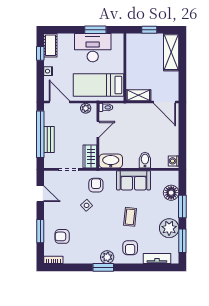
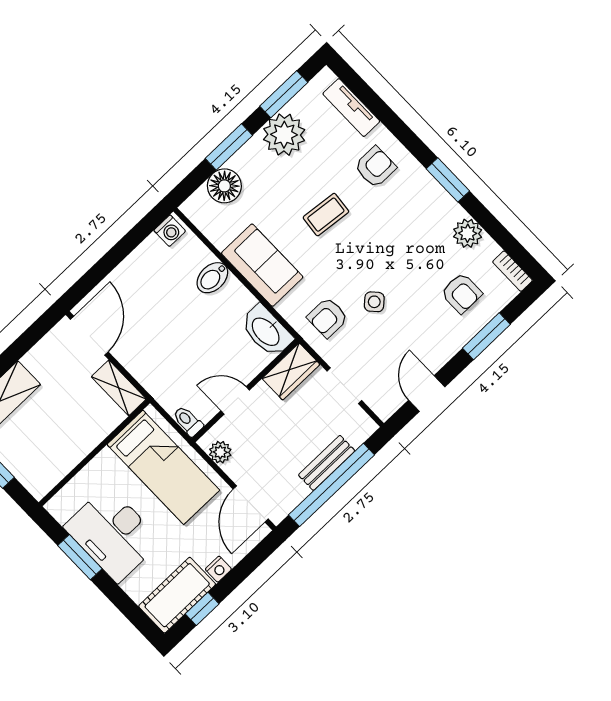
cot: (50, 45) -> (177, 595), width x1.37, depth x1.34
plant: (107, 257) -> (468, 233), moved

